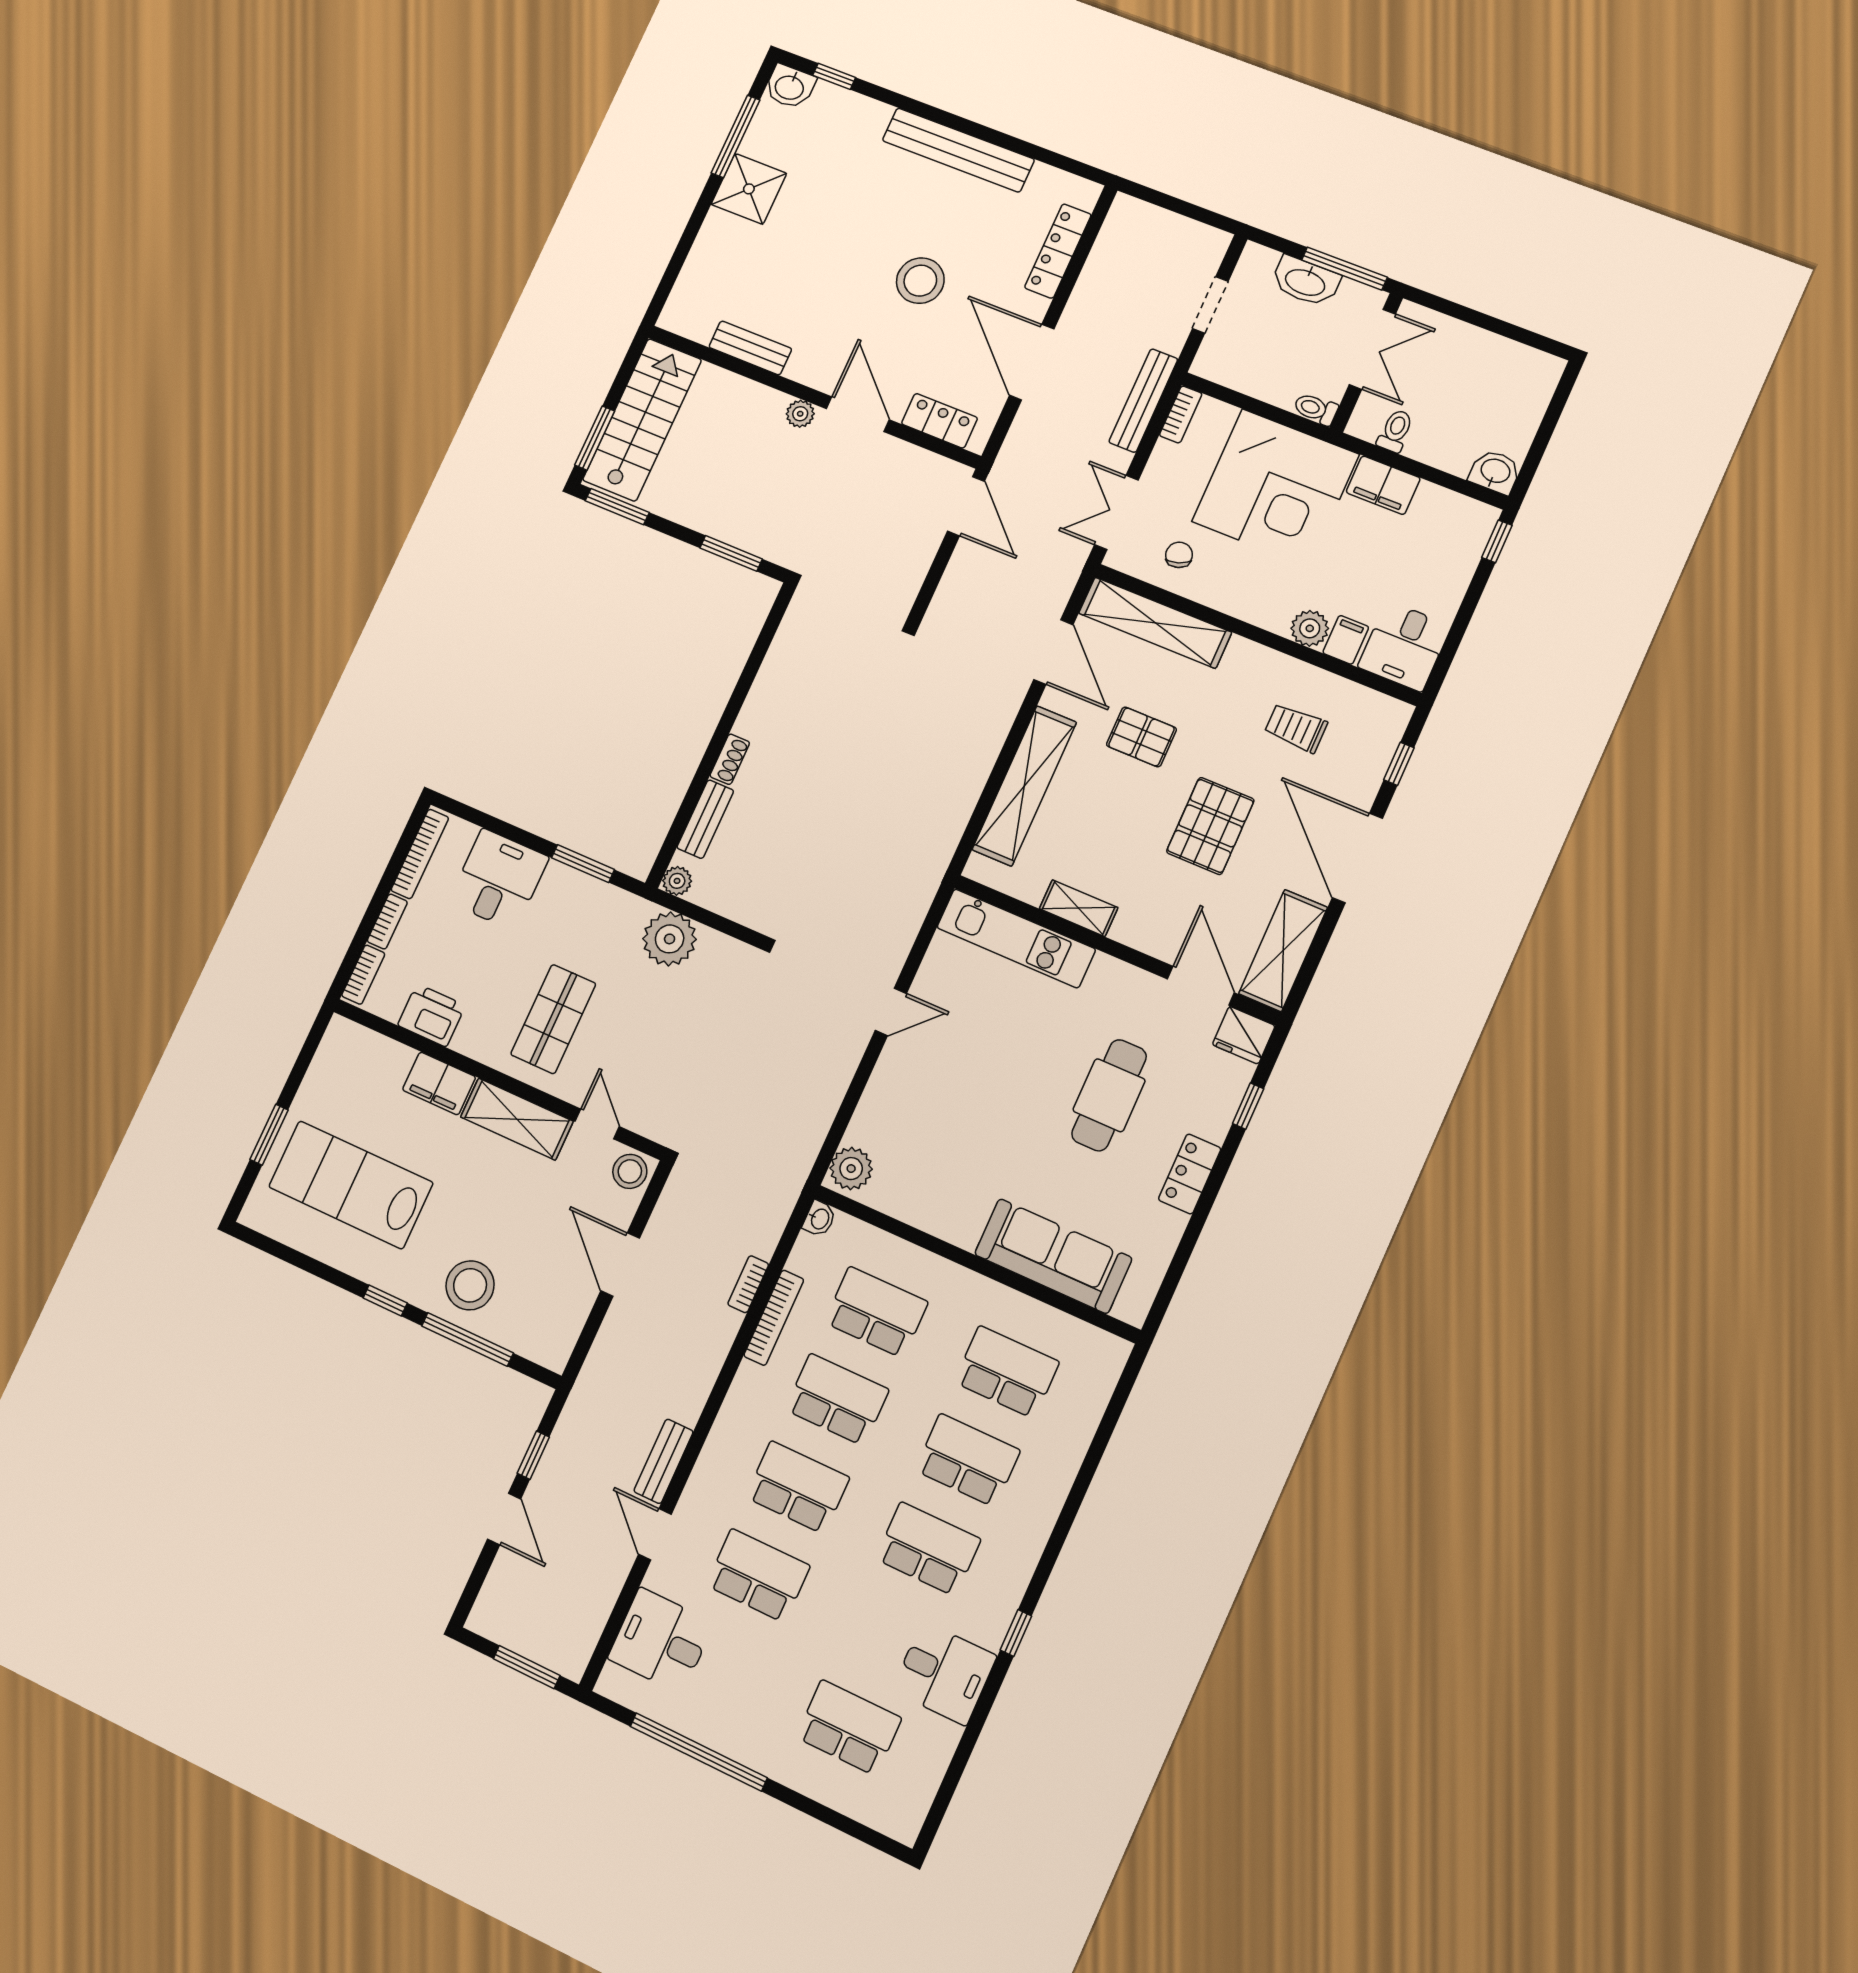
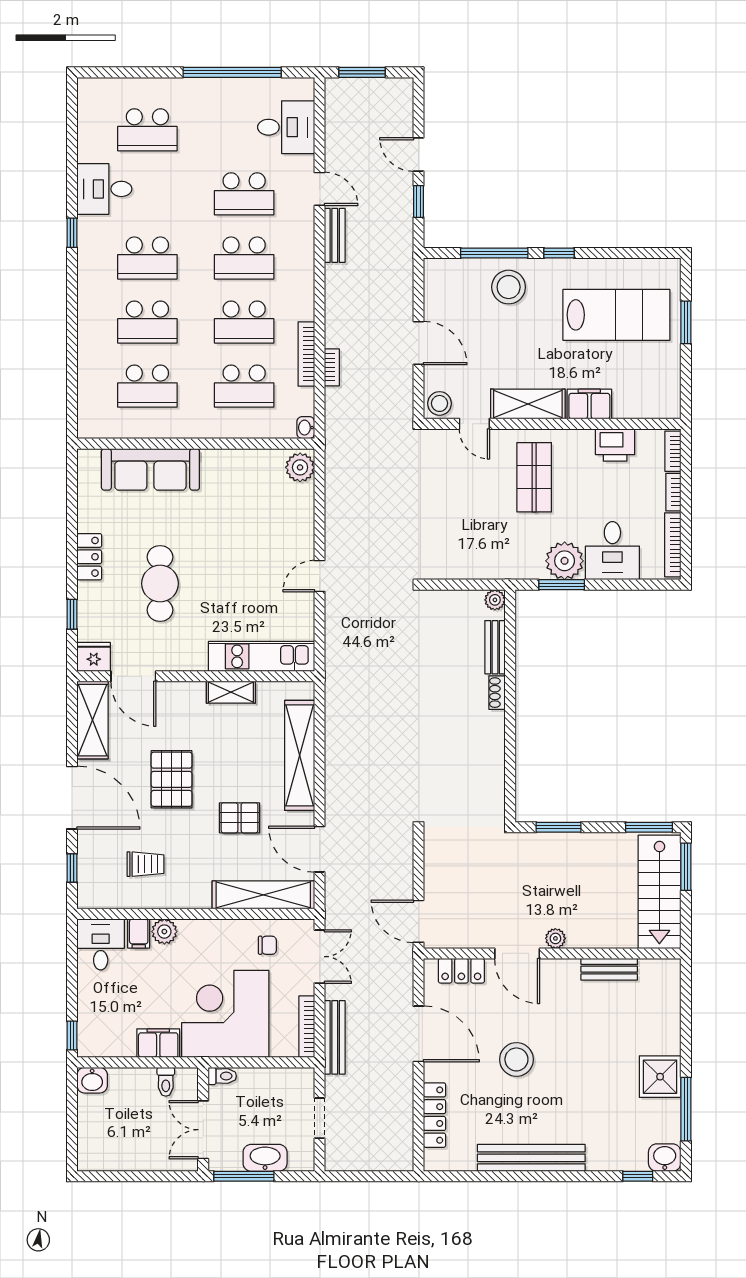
bookcase: (1181, 414) -> (307, 1027), width x1.56
chair: (1179, 555) -> (267, 945), turned -71
plant: (670, 939) -> (565, 561), moved

